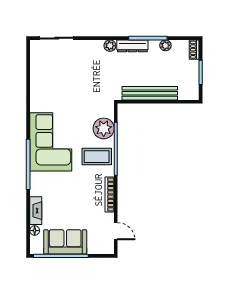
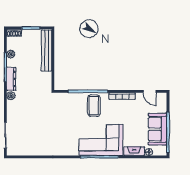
bench: (150, 93) -> (46, 51), moved
plant: (104, 128) -> (73, 100), removed
corner sofa: (51, 142) -> (101, 140), moved
door: (116, 231) -> (150, 91), swing flipped

